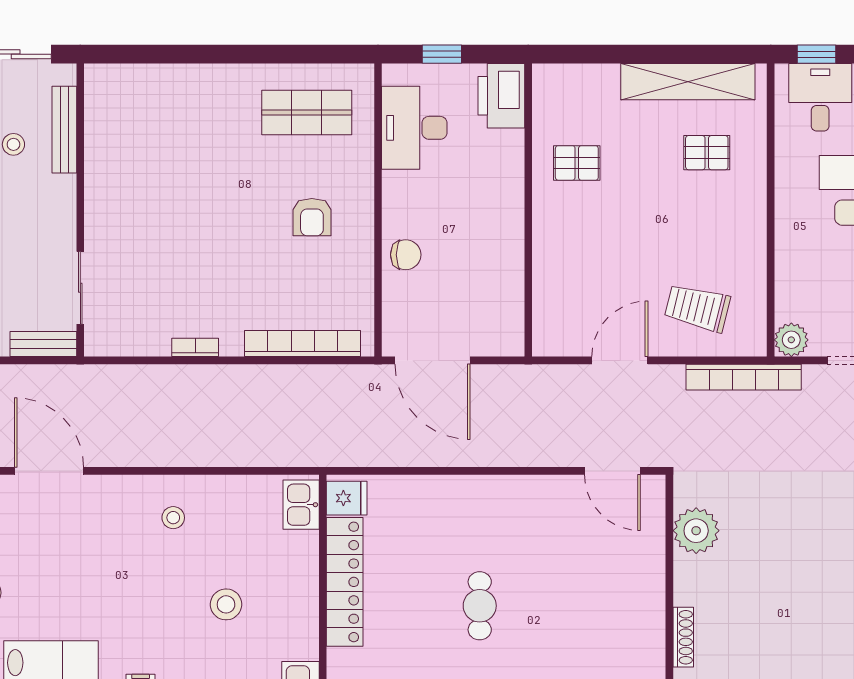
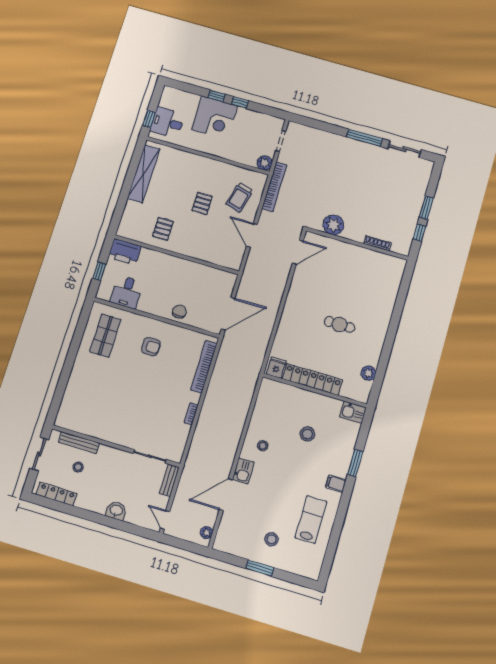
desk: (414, 128) -> (127, 292), width x0.73
pallet: (707, 153) -> (202, 203), moved
kitchen sink: (301, 505) -> (243, 471), moved, turned -90

